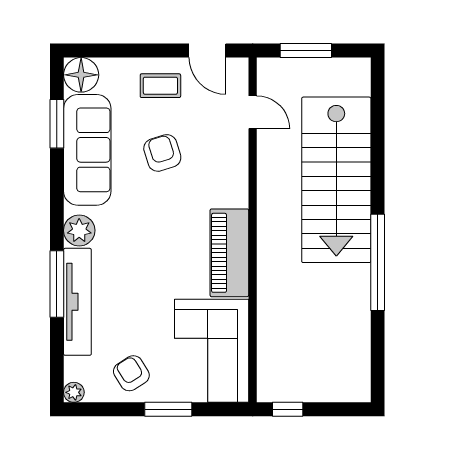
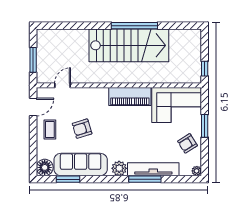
stairs: (336, 180) -> (129, 45), moved

